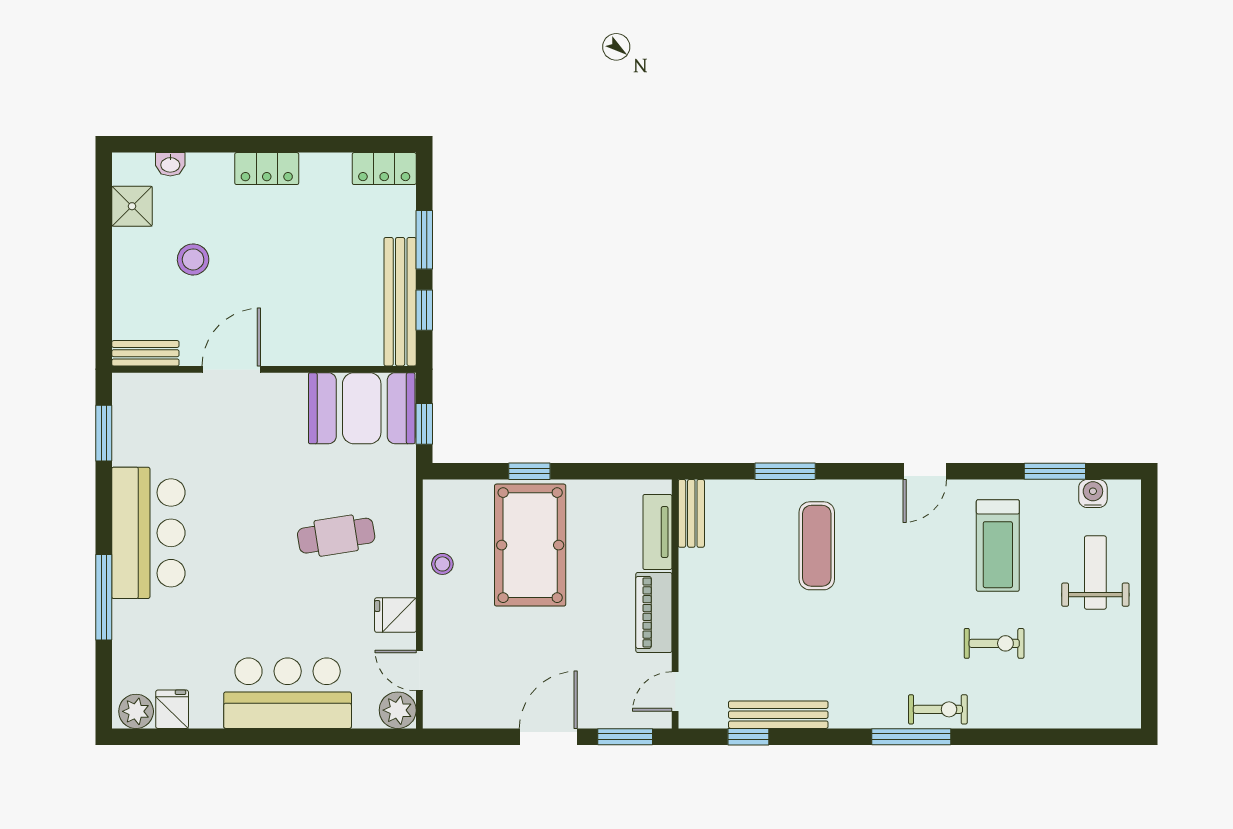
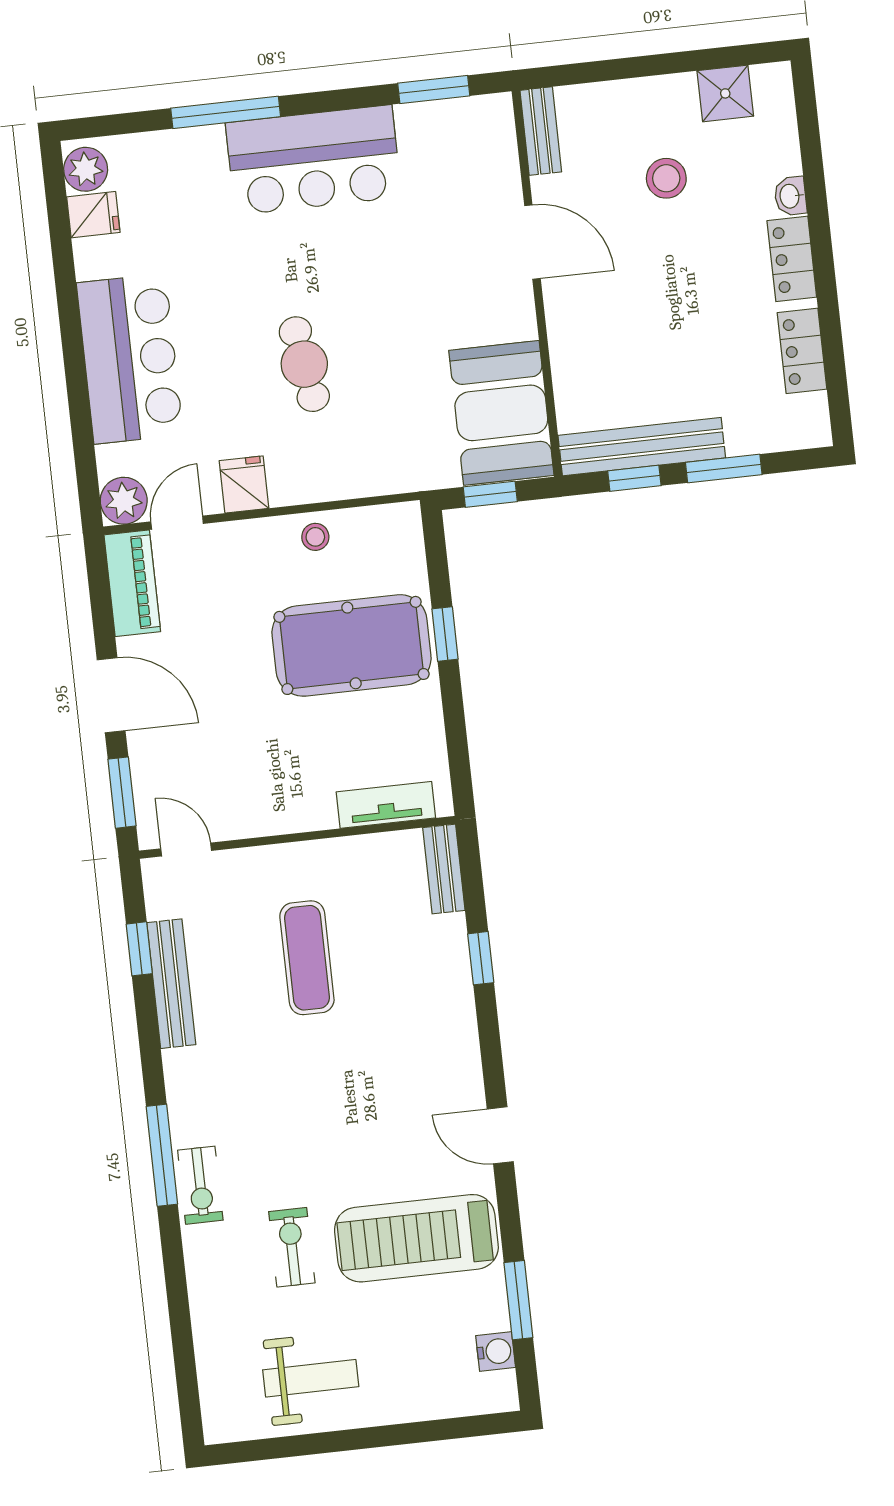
washbasin: (170, 164) -> (790, 196), moved
locker: (384, 169) -> (802, 351), moved
window: (785, 471) -> (481, 958), width x0.67
bench: (691, 513) -> (444, 869), moved, turned 90
cafe table: (336, 536) -> (304, 364), moved
treadmill: (998, 545) -> (416, 1238), width x1.37, depth x1.38
exercise mat: (817, 546) -> (307, 958), moved, turned 90
weight bench: (1095, 573) -> (311, 1378), moved
piano: (654, 612) -> (132, 583), moved, turned 90
exercise bike: (994, 643) -> (292, 1247), turned 180

